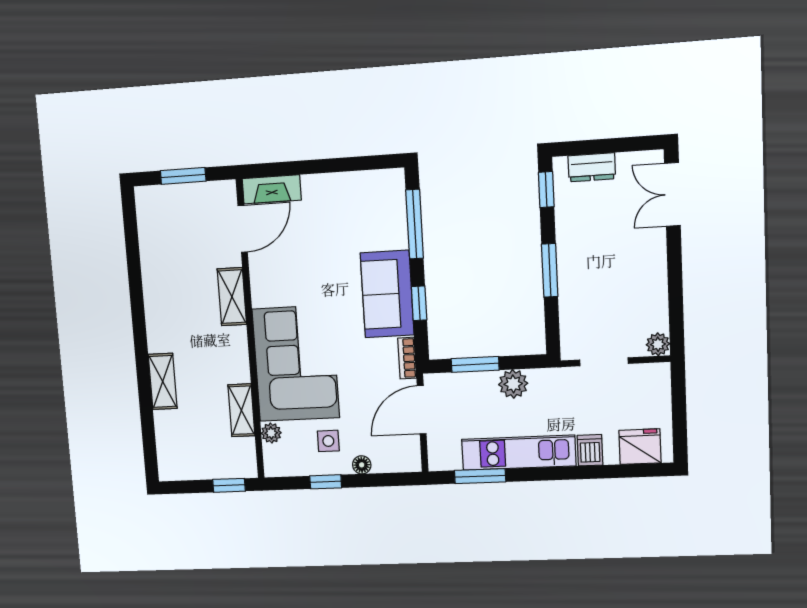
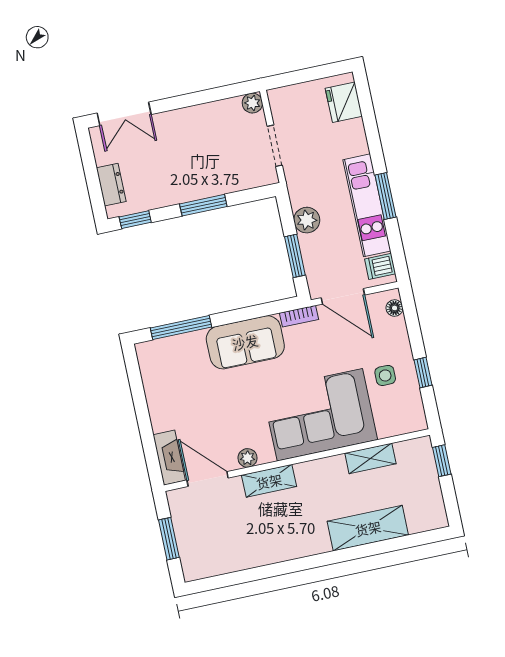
window: (419, 303) -> (249, 313), removed
shelving: (163, 381) -> (368, 528), width x1.50, depth x1.33
plant: (271, 433) -> (248, 458), moved
dishwasher: (590, 450) -> (380, 266), moved
floor lamp: (362, 465) -> (395, 308), moved
window: (480, 476) -> (385, 196), moved

